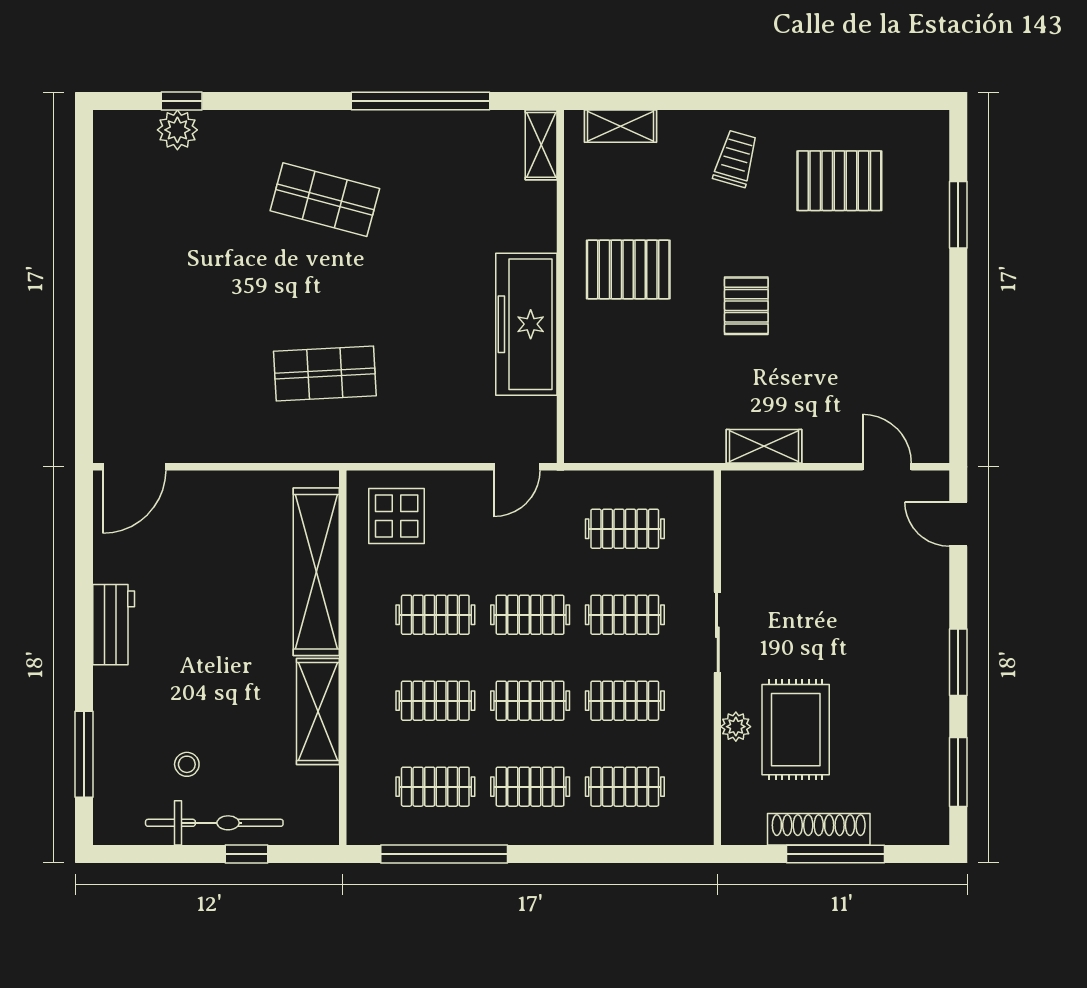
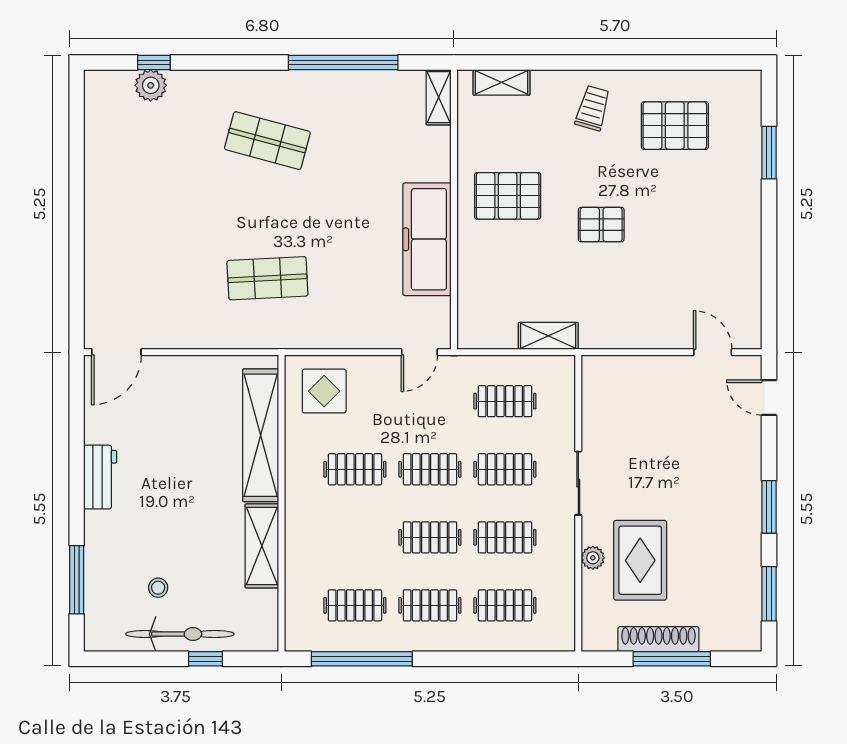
pallet: (746, 306) -> (601, 225), turned 90
shelving: (764, 446) -> (548, 336), moved
clothes rail: (435, 701) -> (355, 537), removed

